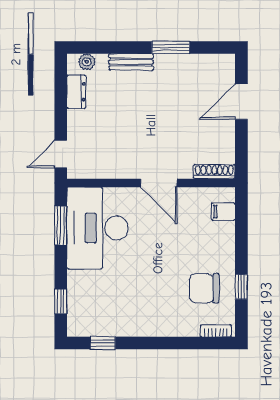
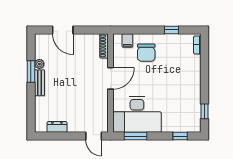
plant: (87, 62) -> (39, 64), moved
bench: (131, 62) -> (40, 83), moved
chair: (204, 288) -> (146, 53), moved

